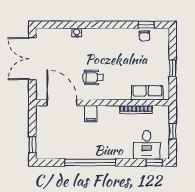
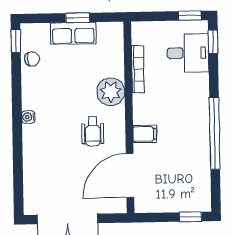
window: (146, 25) -> (16, 41), moved
water cooler: (77, 33) -> (28, 117), moved
plant: (121, 90) -> (111, 92), added
row of seats: (147, 93) -> (73, 33), moved, turned -90
window: (173, 131) -> (190, 16), moved

